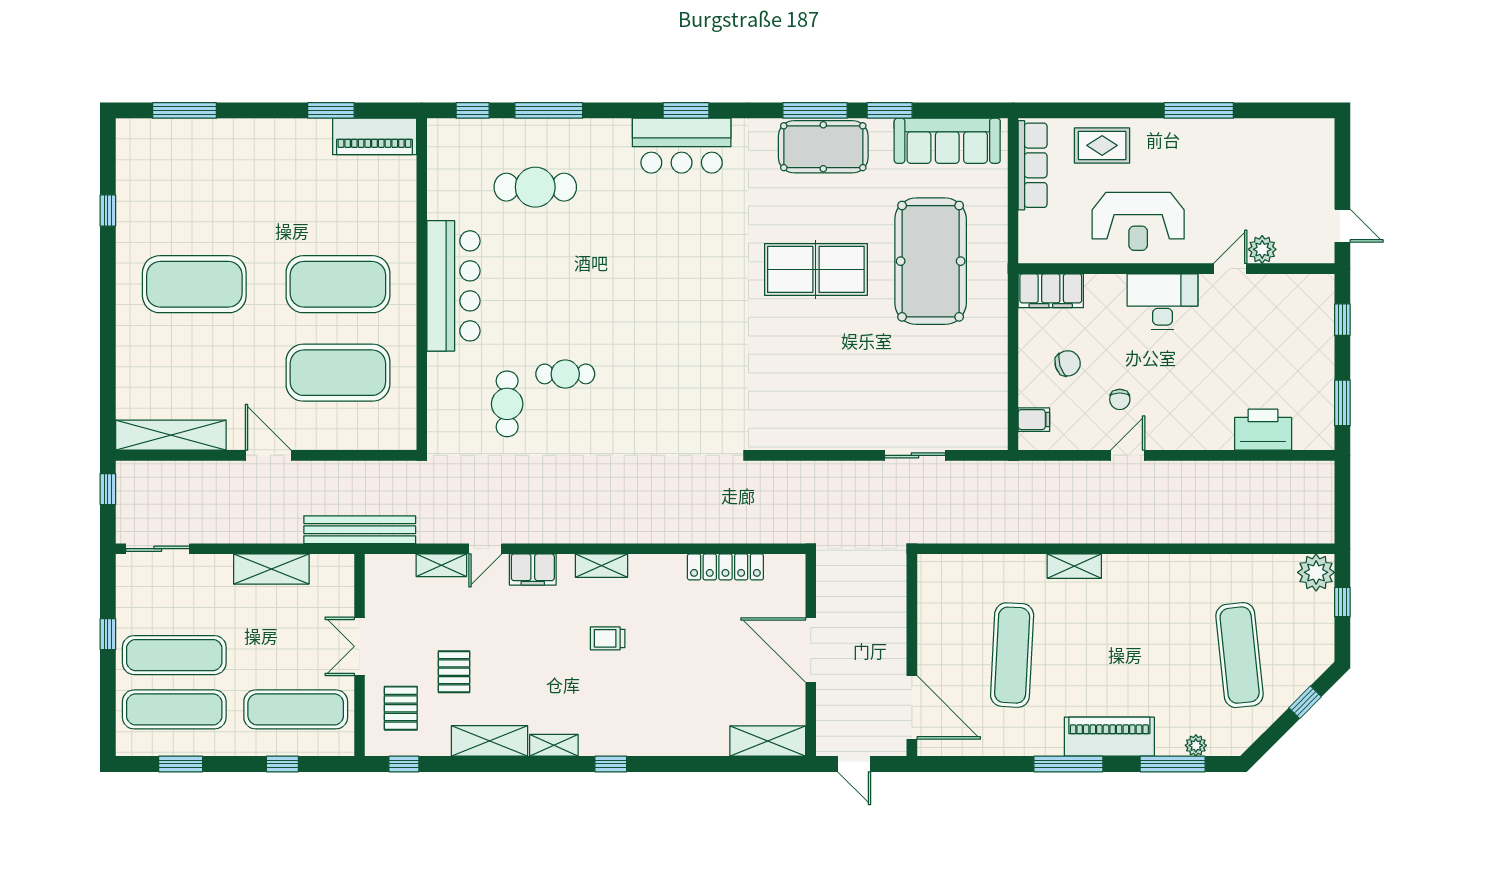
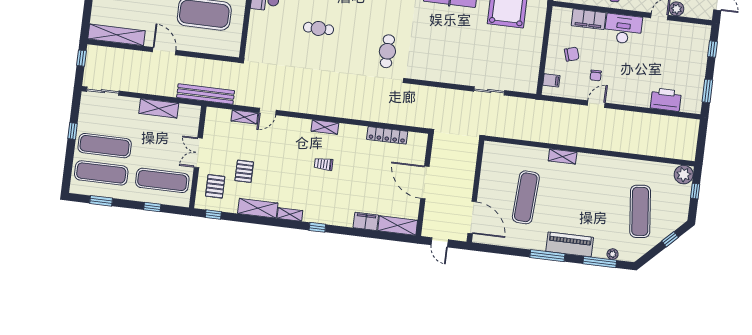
filing cabinet: (1051, 291) -> (589, 19), moved
cafe table: (507, 404) -> (387, 51), moved
filing cabinet: (533, 569) -> (366, 221), moved, turned 180

